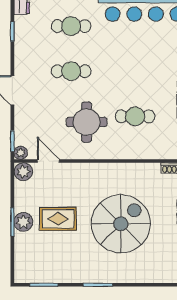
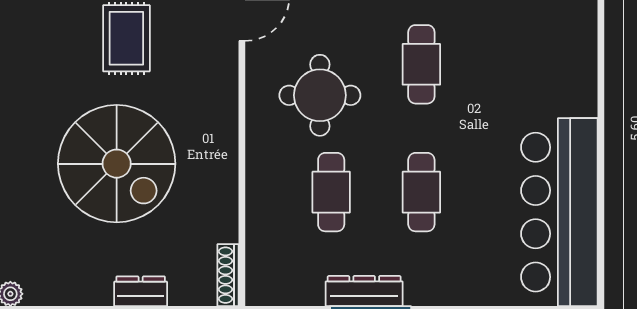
cafe table: (71, 26) -> (421, 192), moved

